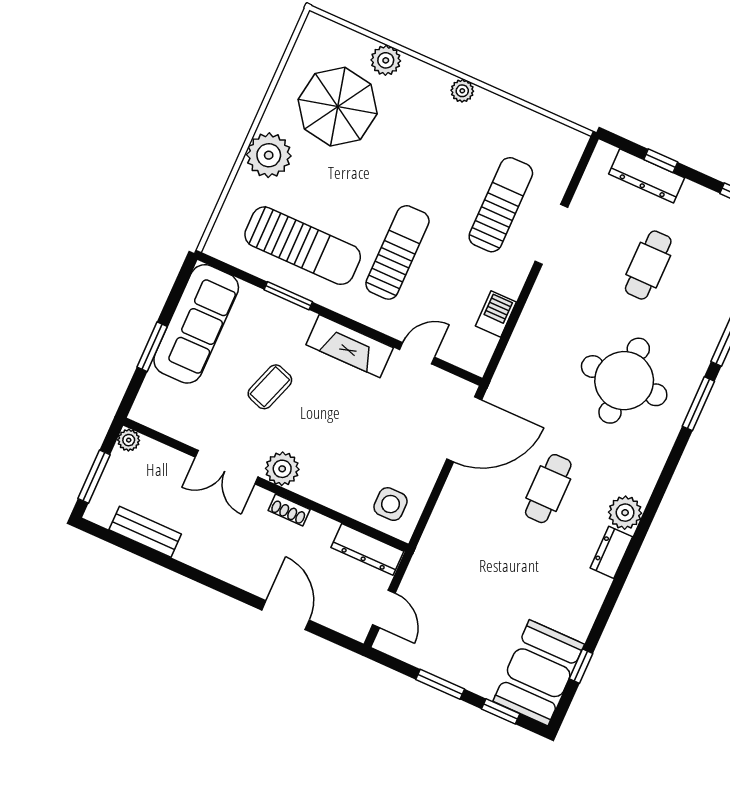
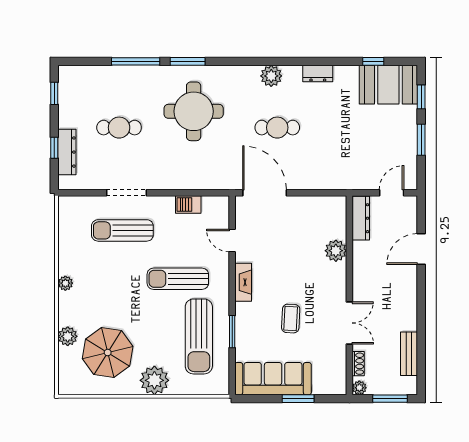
sun lounger: (303, 246) -> (199, 336), turned 180
fireplace: (350, 346) -> (243, 282), width x0.73, depth x0.76
coffee table: (270, 387) -> (291, 319), turned 74
plant: (282, 469) -> (336, 251), moved
side table: (390, 504) -> (328, 217), removed
shoe rack: (289, 510) -> (358, 364), moved
dresser: (611, 552) -> (318, 74), moved

